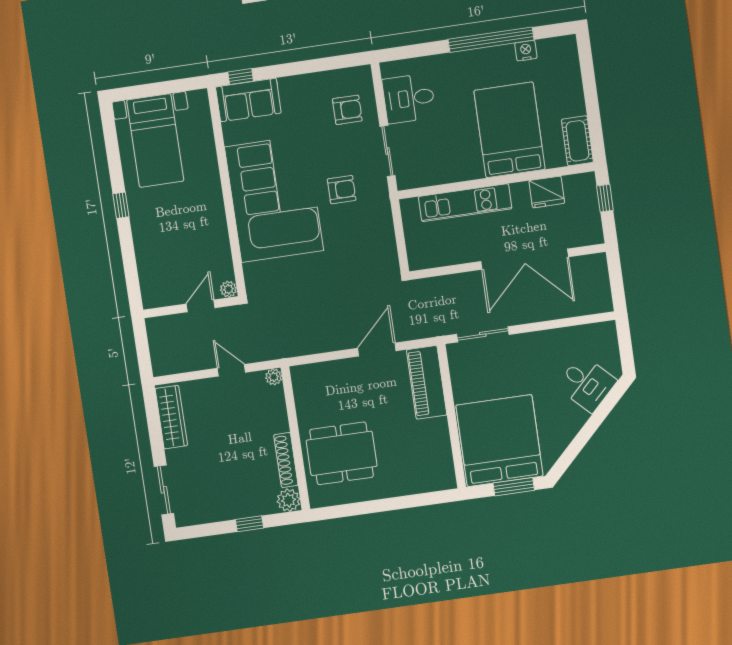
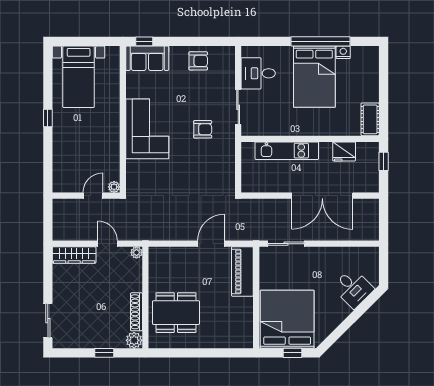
armchair: (347, 110) -> (198, 61), moved
bed: (510, 130) -> (314, 77), moved, turned 180
corner sofa: (274, 199) -> (147, 129), width x0.73, depth x0.74
wardrobe: (171, 417) -> (74, 255), moved, turned 90
window: (514, 487) -> (293, 353), width x0.67

